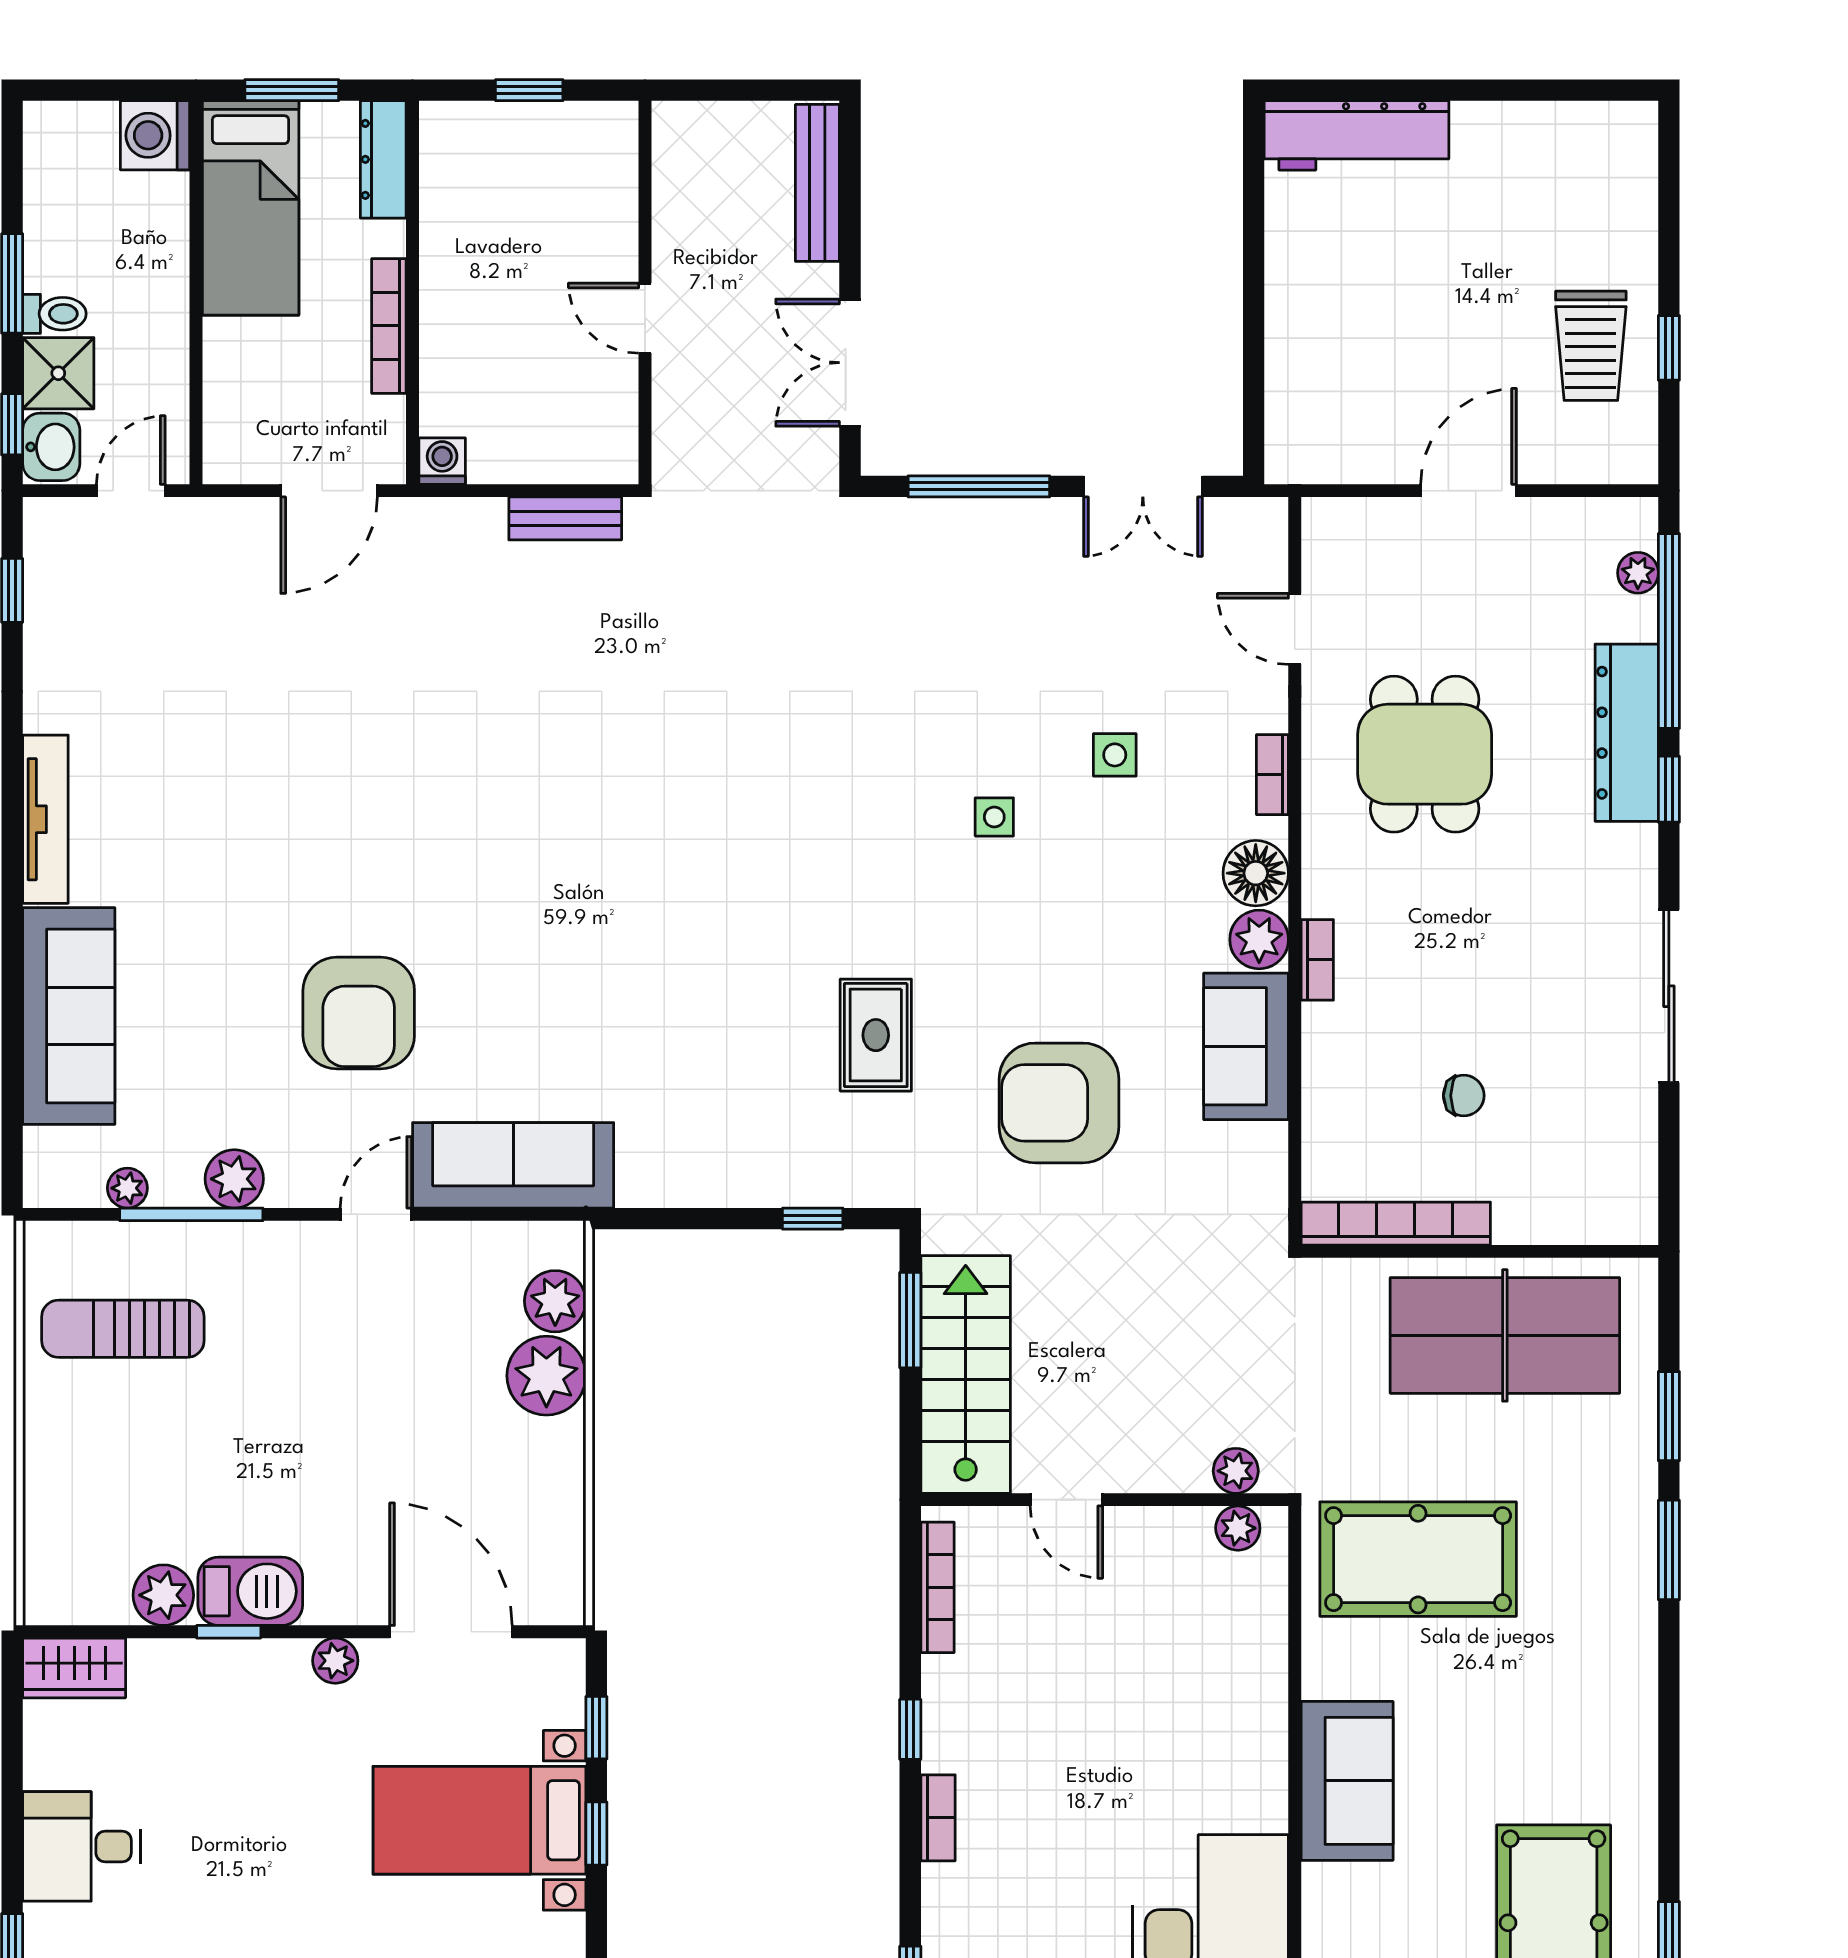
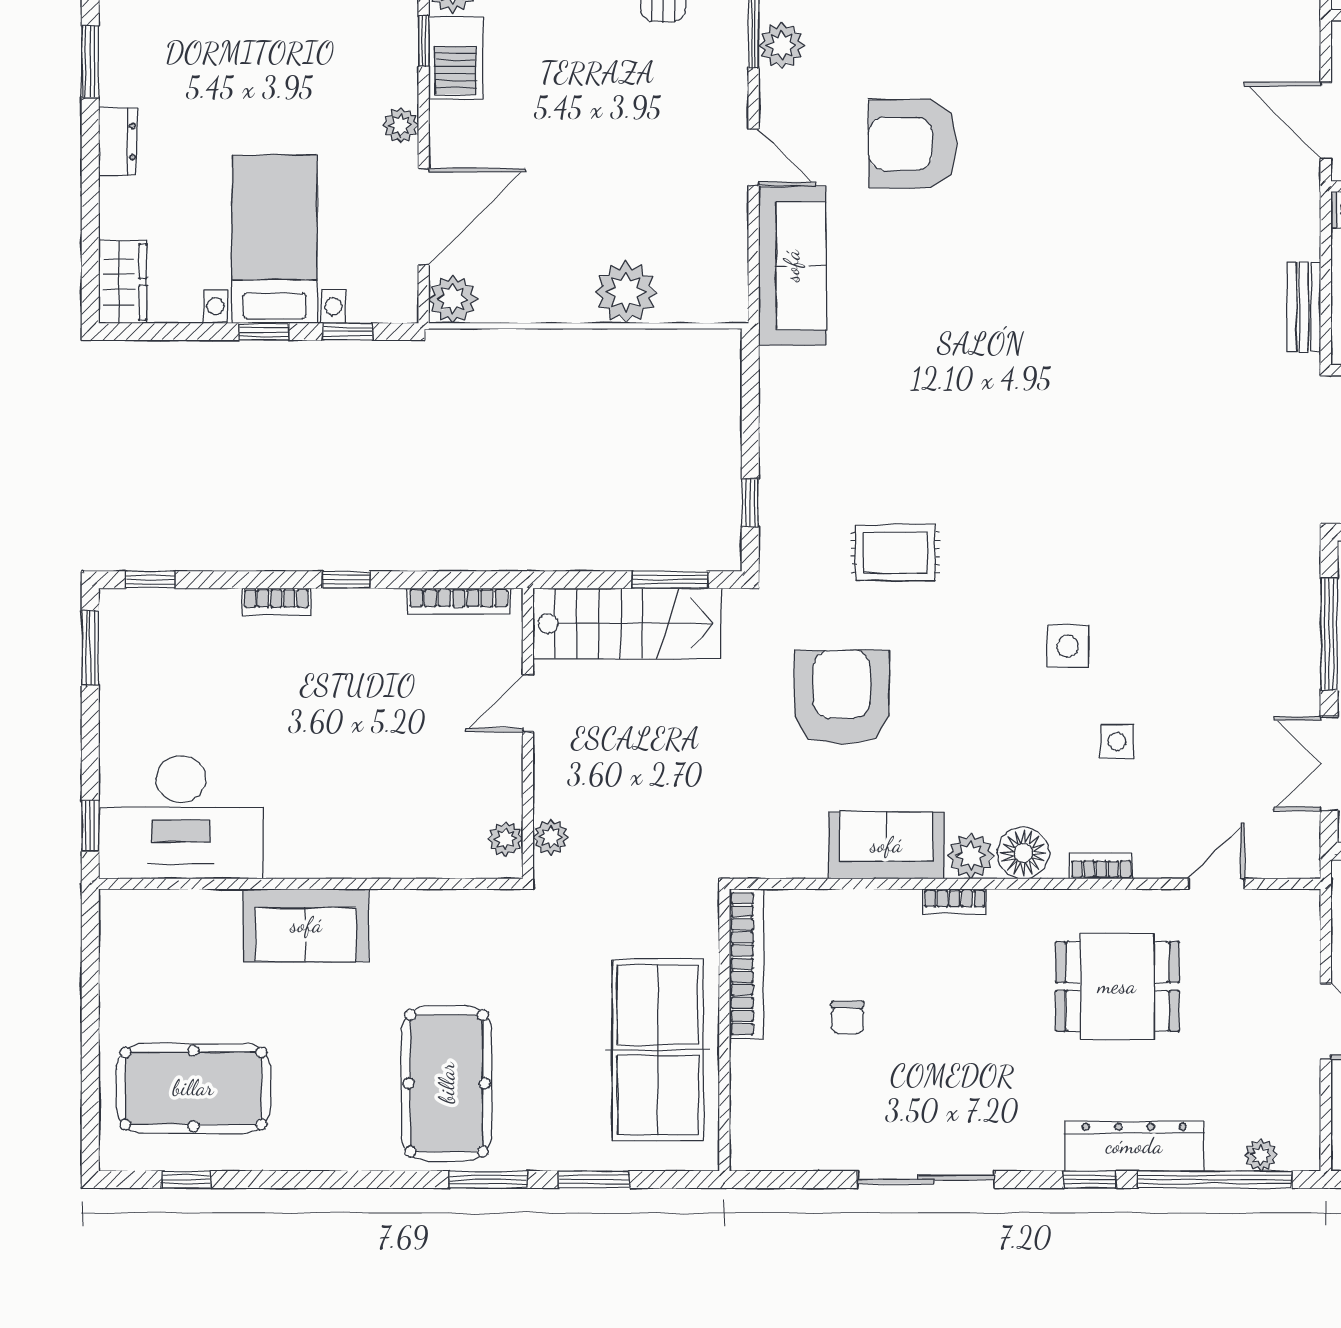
side table: (994, 817) -> (1068, 646), width x1.37, depth x1.37
plant: (555, 1301) -> (453, 299), moved
pool table: (1418, 1559) -> (447, 1083), moved

